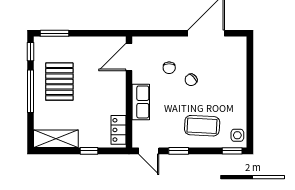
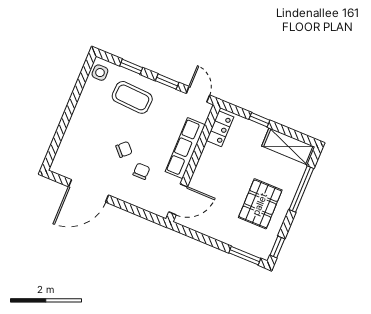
window: (30, 91) -> (301, 189), moved
row of seats: (141, 102) -> (185, 148), width x1.48
window: (232, 151) -> (131, 67), moved

